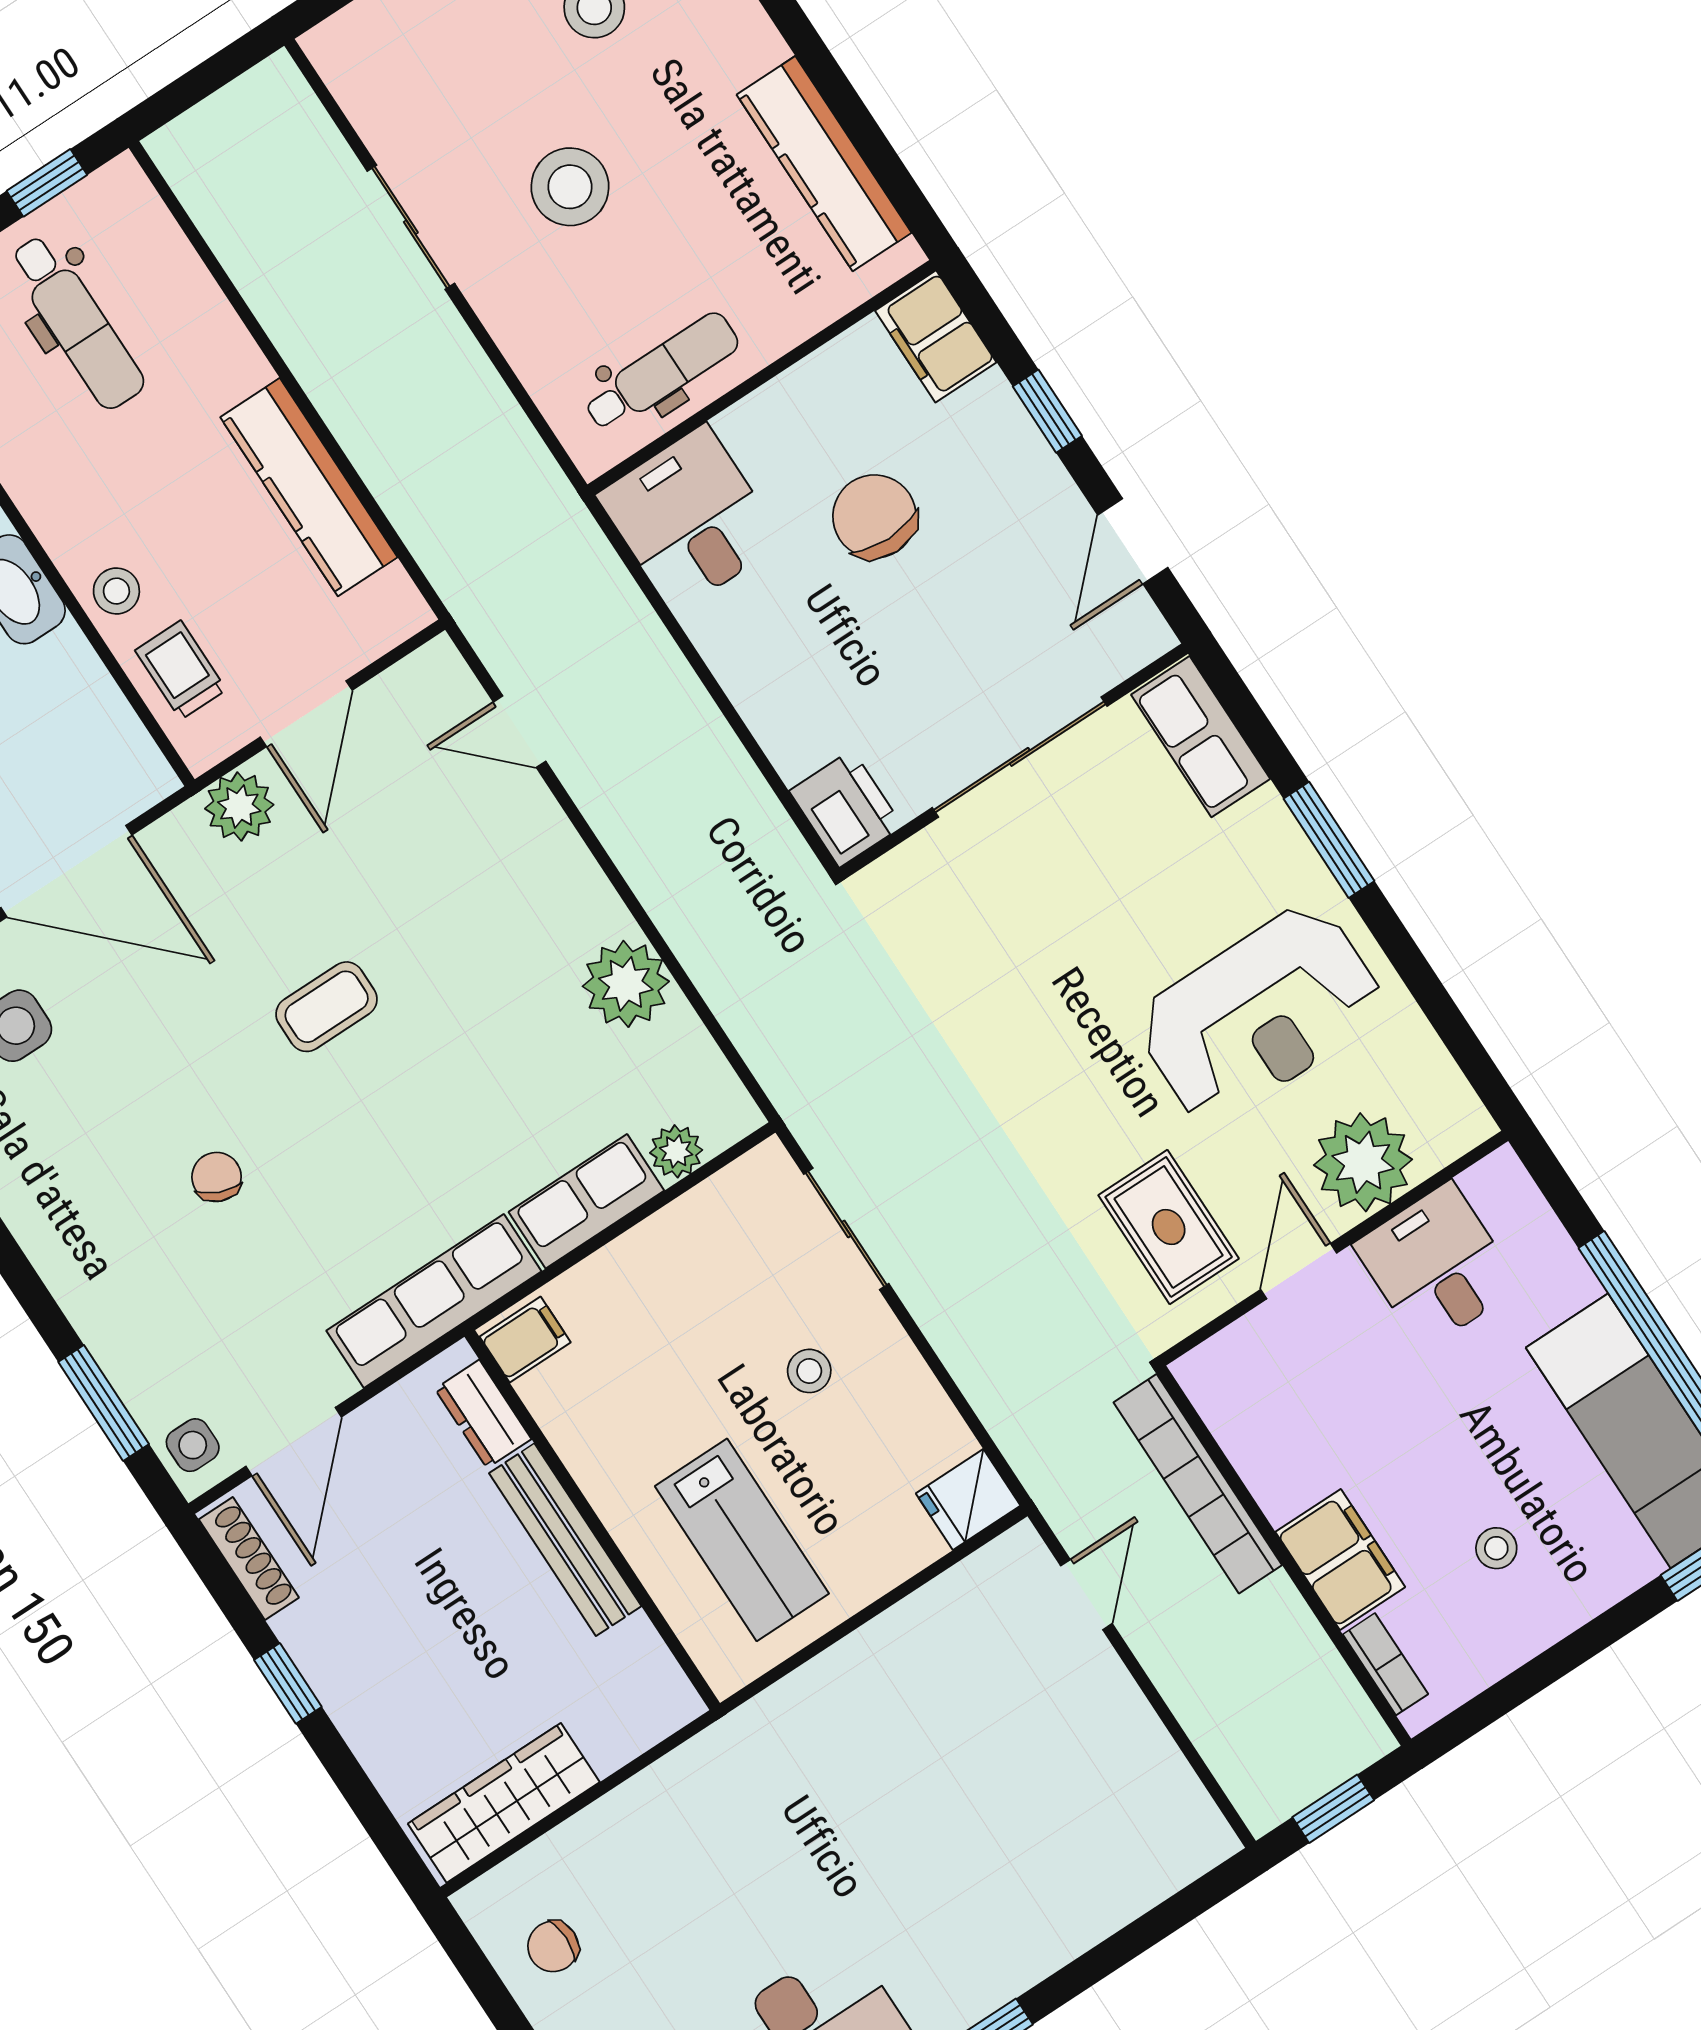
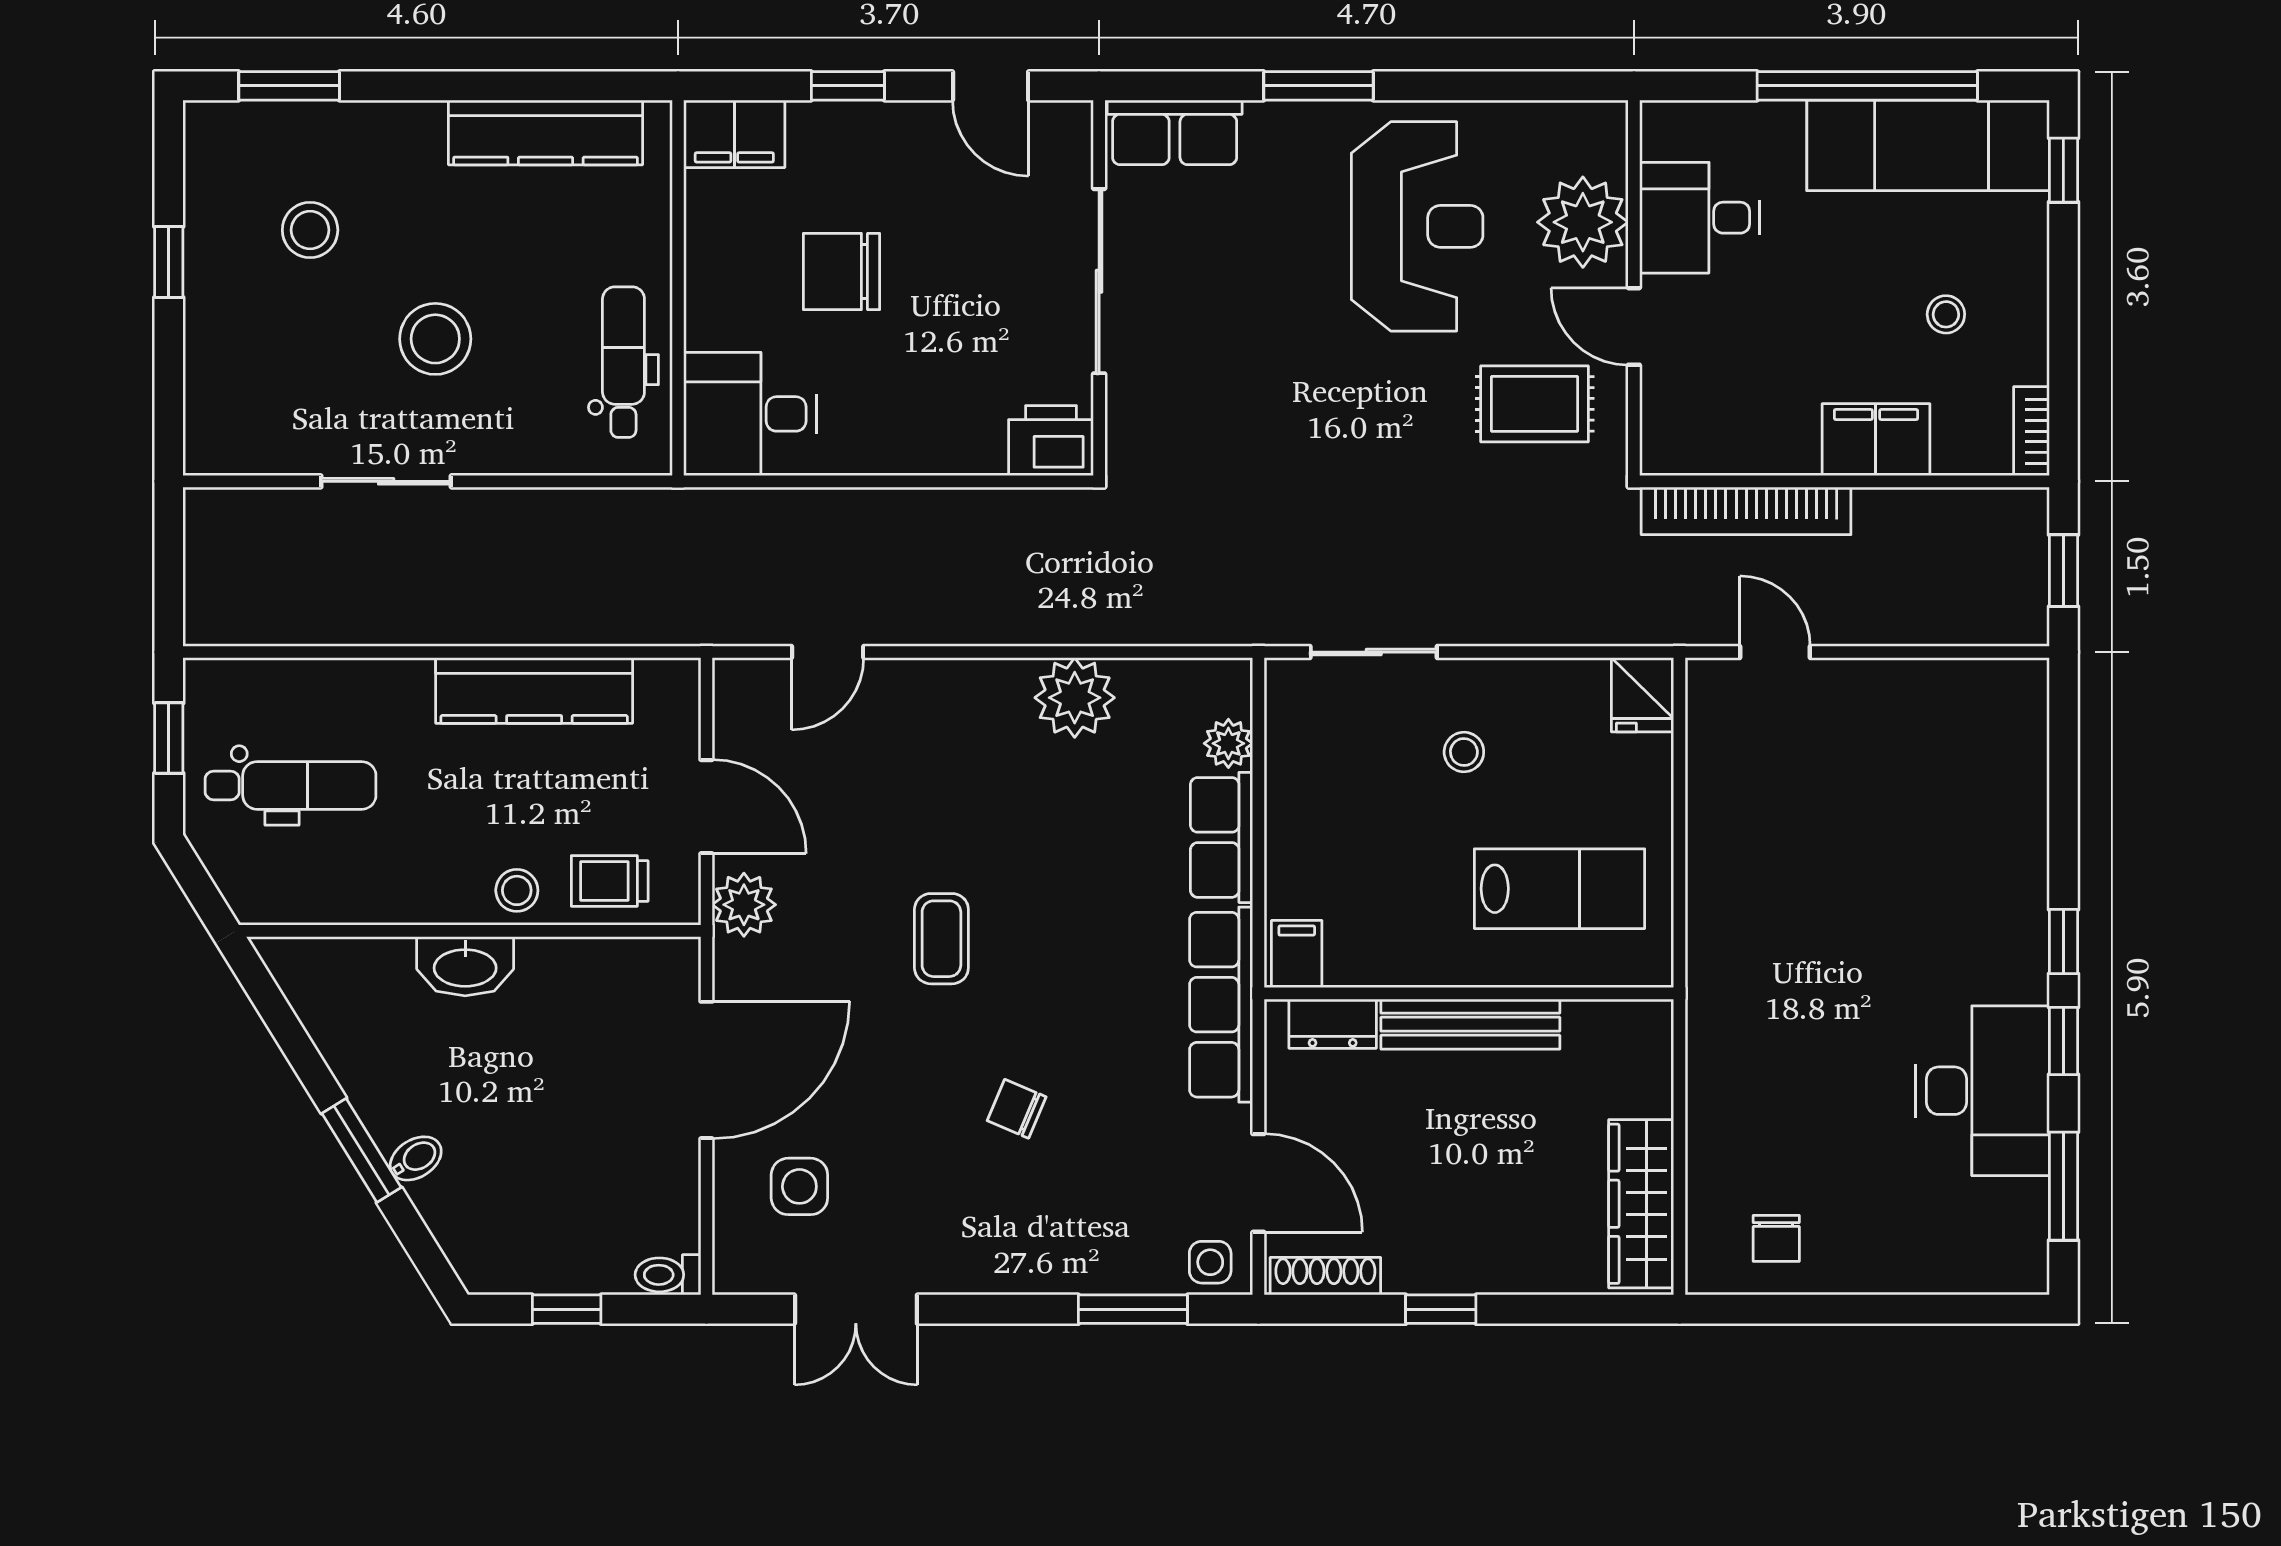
bookcase: (1385, 1664) -> (2031, 431), moved, turned -90

